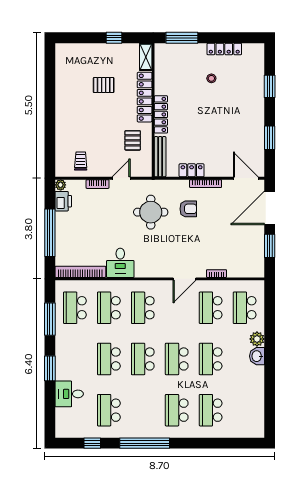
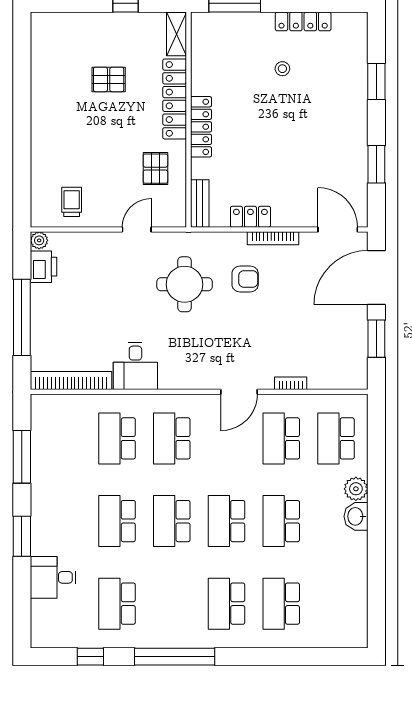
bench: (160, 157) -> (200, 204), width x0.73
bookcase: (98, 184) -> (99, 239), removed
school desk: (75, 308) -> (62, 438), removed

